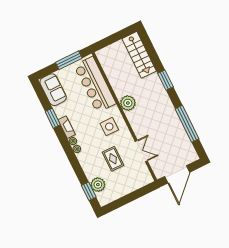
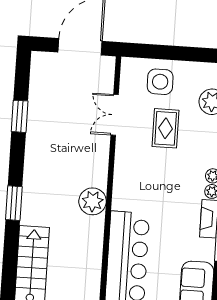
window: (187, 124) -> (20, 116), width x0.47
side table: (109, 127) -> (160, 82), moved

